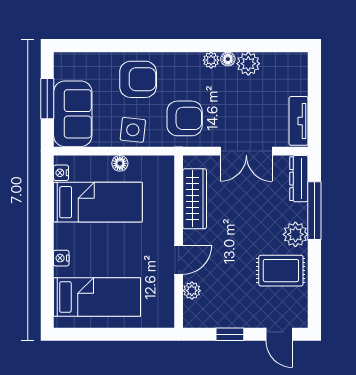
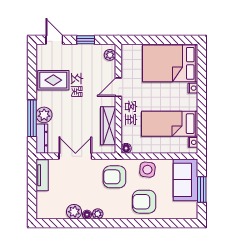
floor lamp: (120, 163) -> (126, 148), moved
plant: (295, 234) -> (44, 115), moved
plant: (192, 291) -> (110, 55), moved
bed: (97, 297) -> (170, 63), width x1.50

